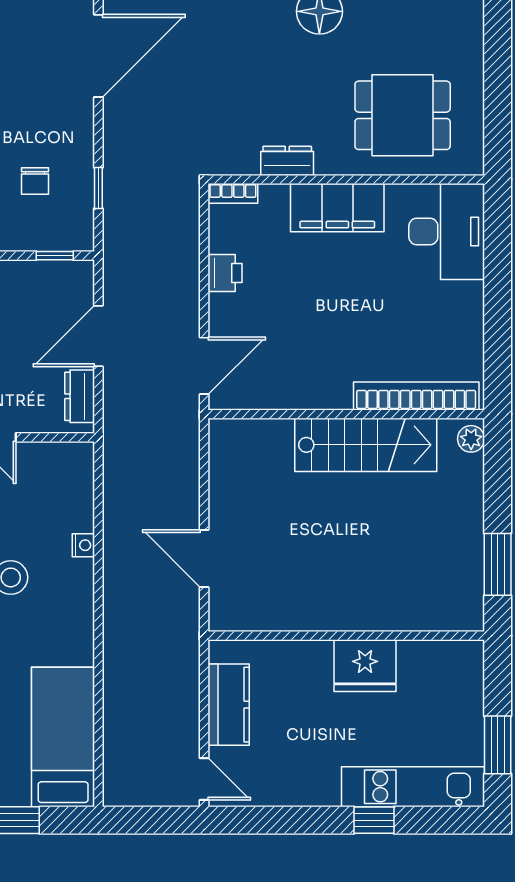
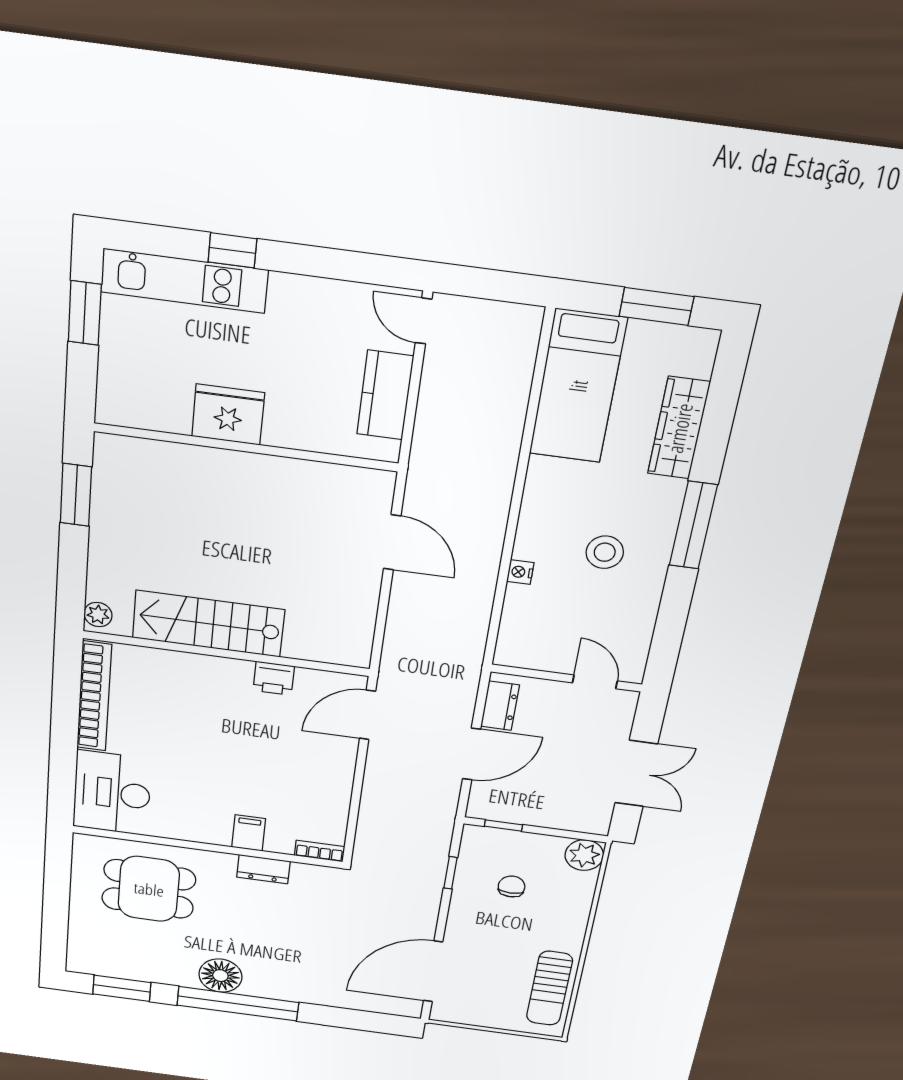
filing cabinet: (337, 208) -> (249, 833), width x0.33, depth x0.86
printer: (225, 273) -> (274, 678), moved, turned -90
bookcase: (416, 396) -> (94, 696), moved, turned -90

